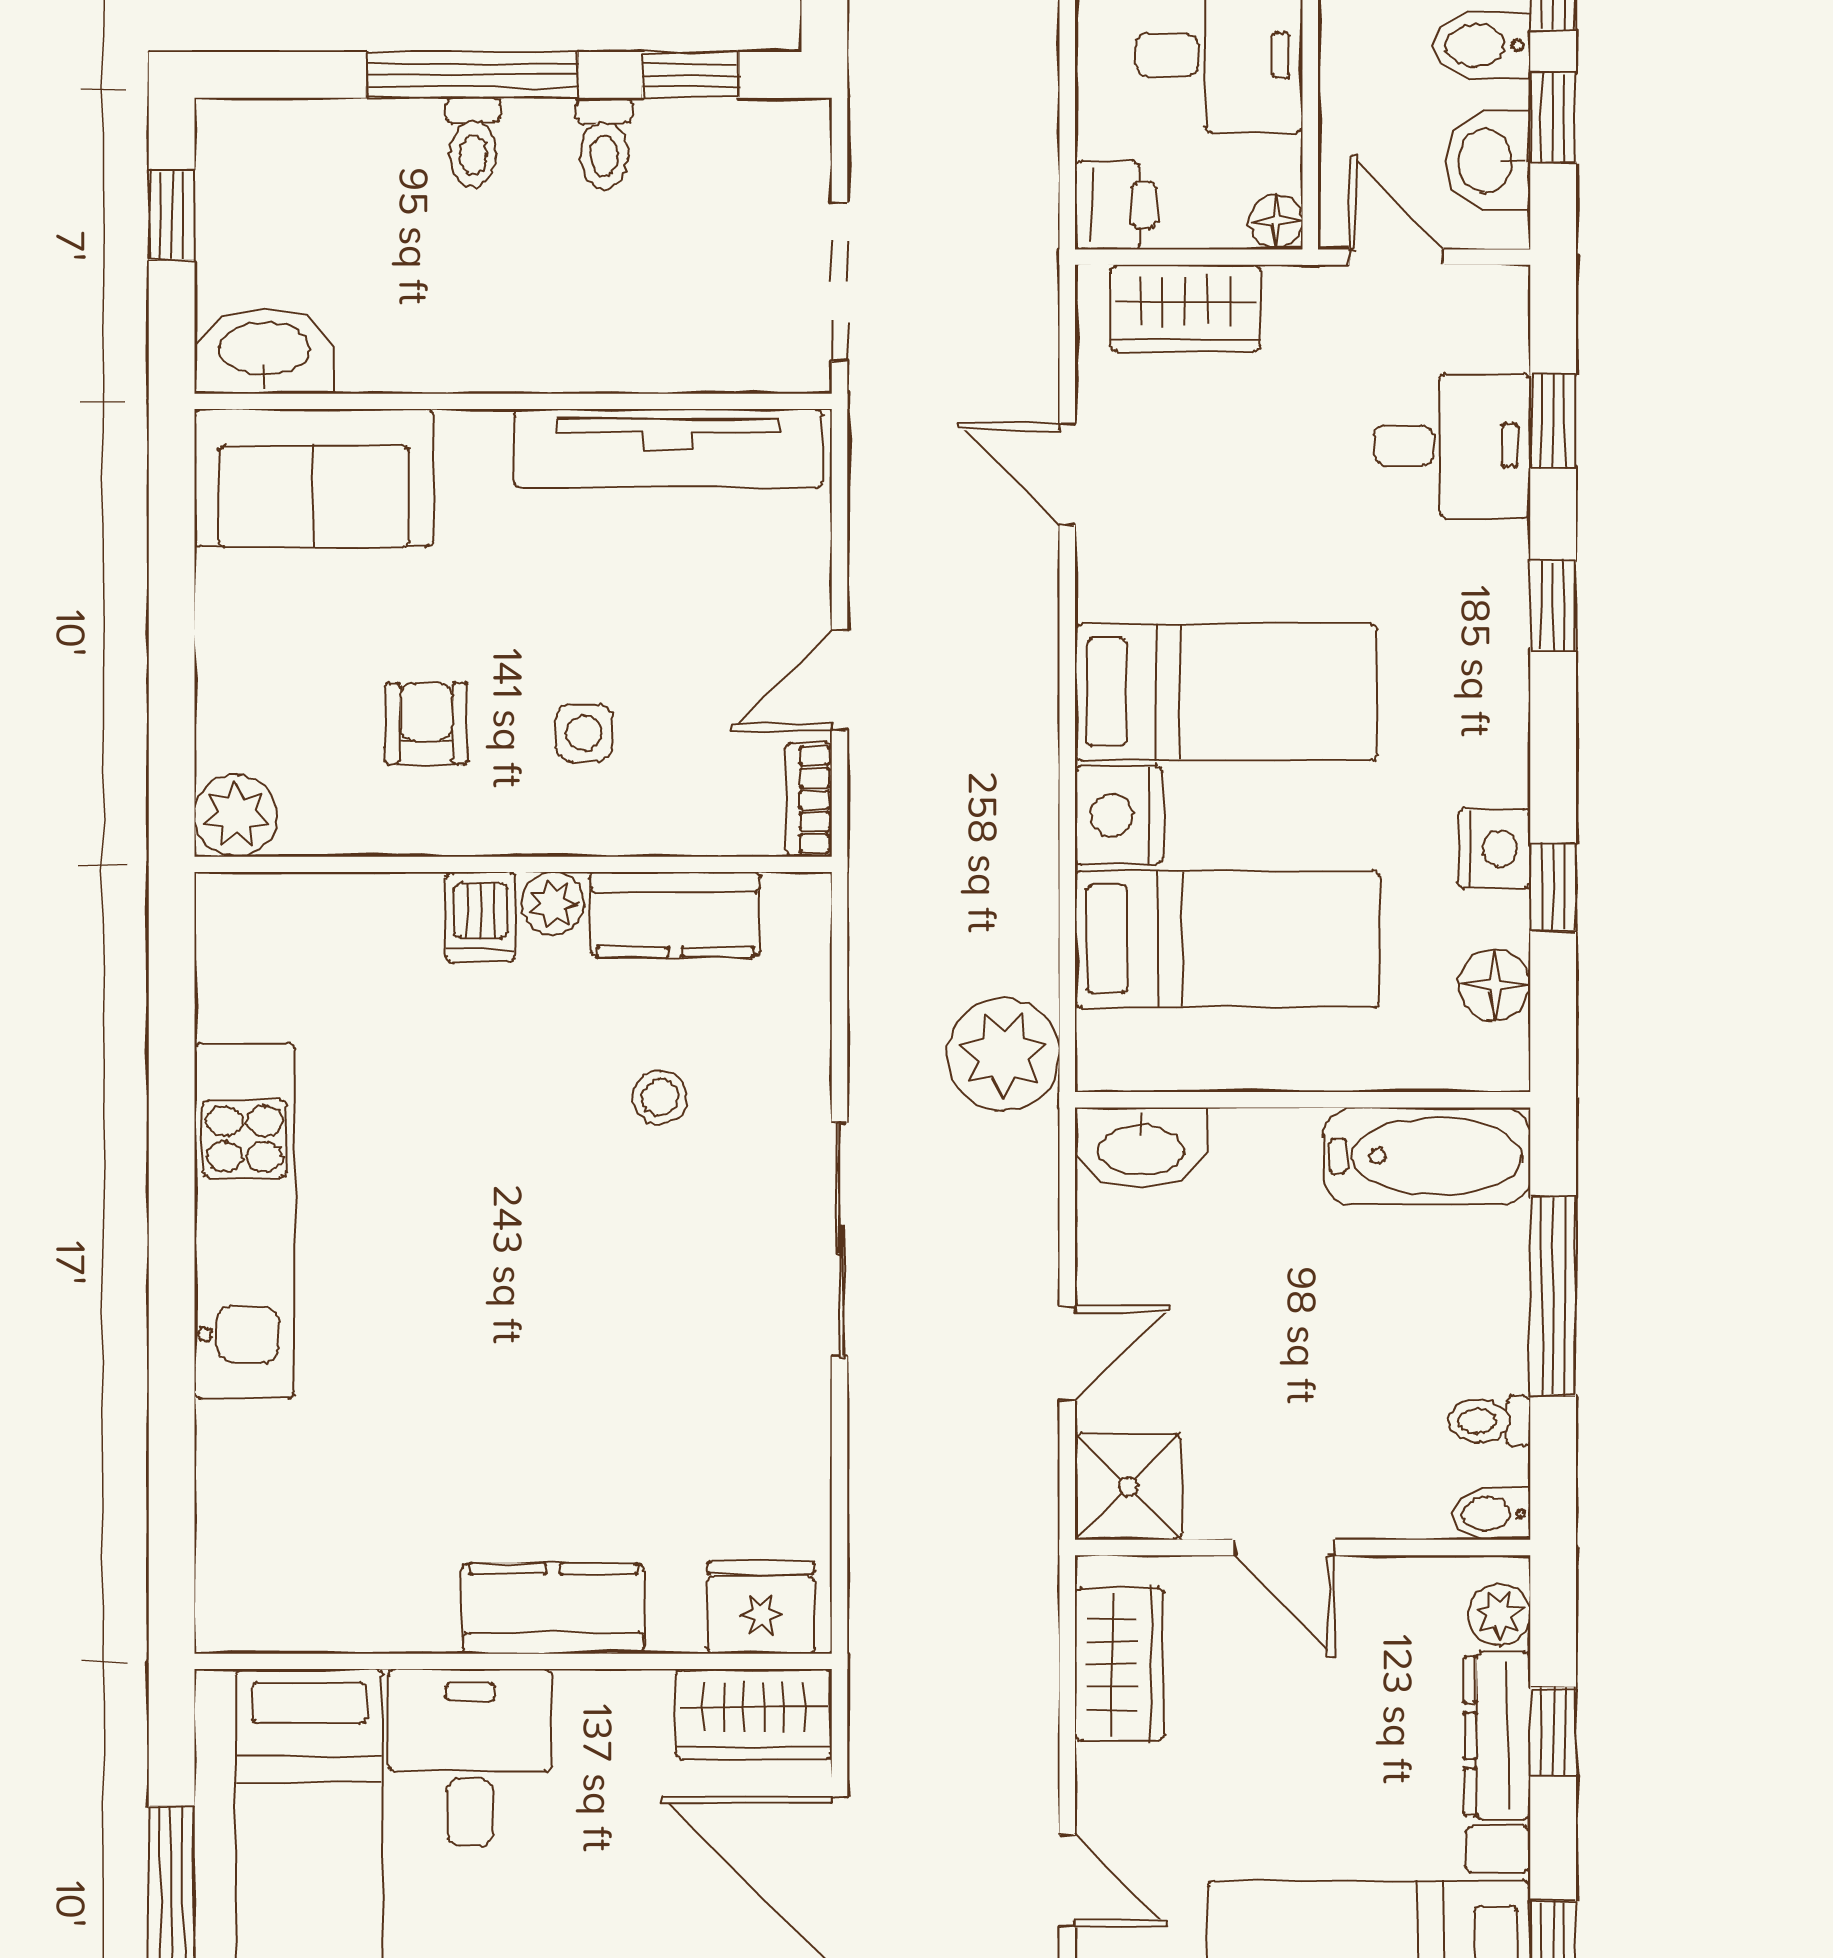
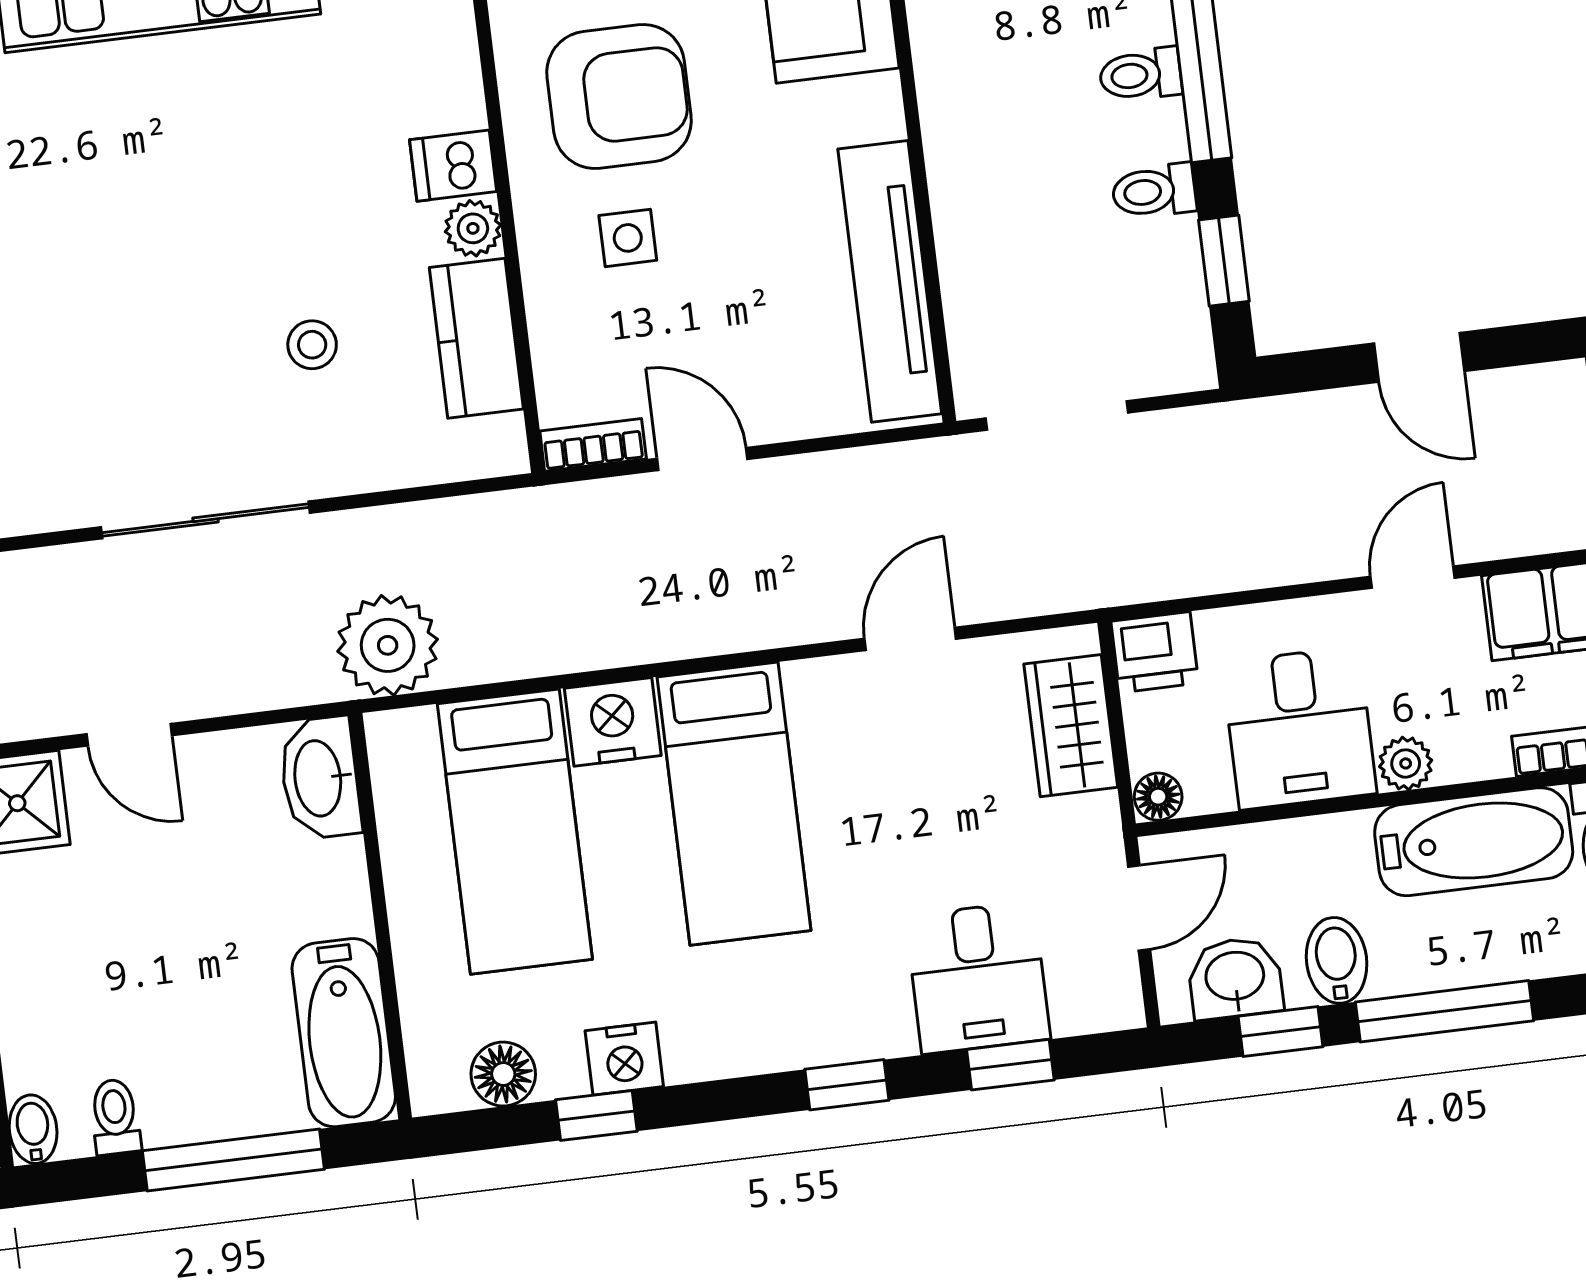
armchair: (426, 723) -> (619, 96), width x1.88, depth x1.88

